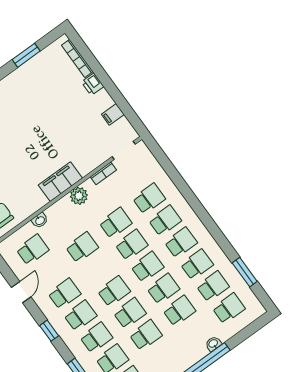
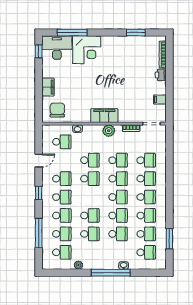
school desk: (114, 291) -> (90, 179), moved

